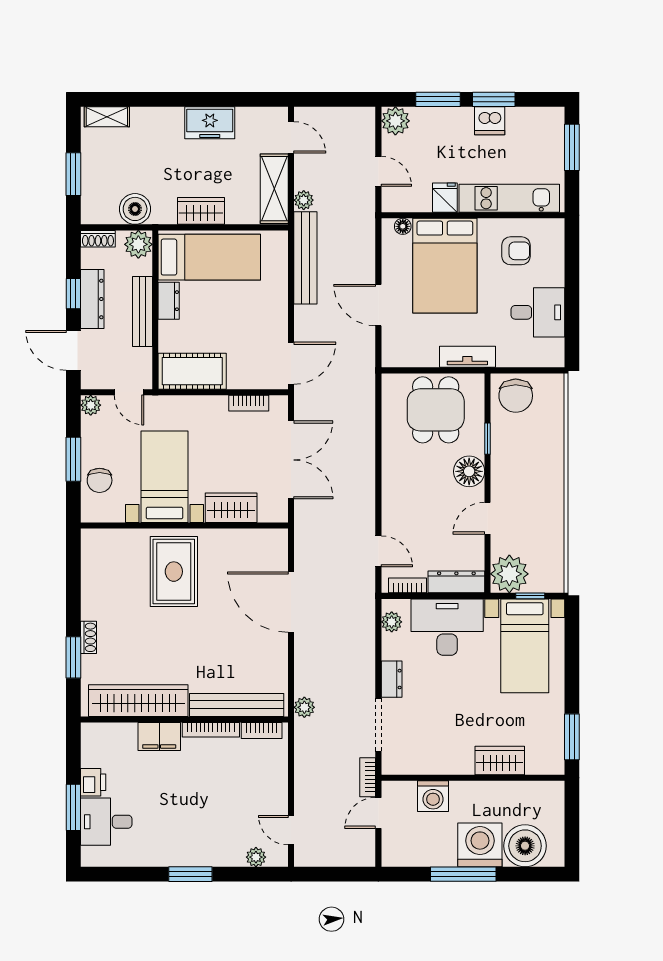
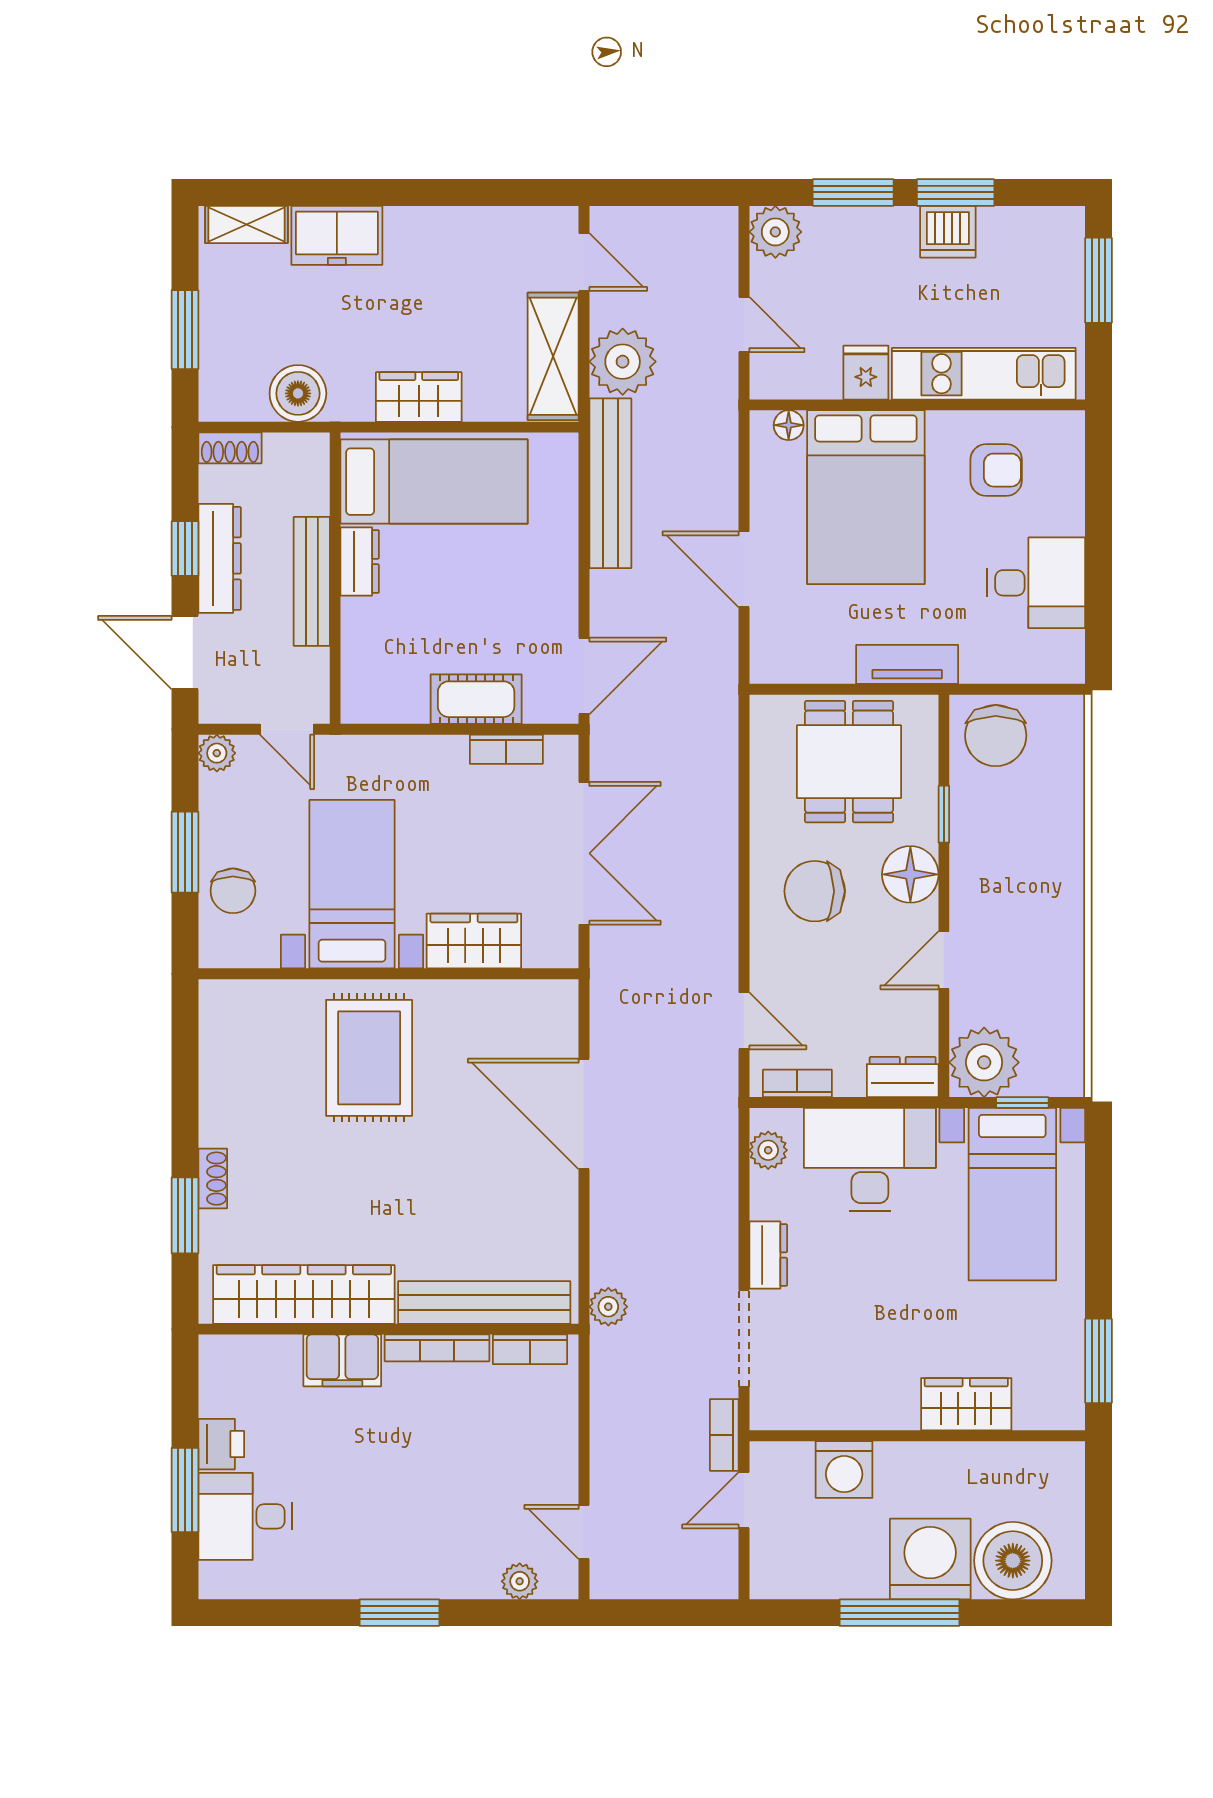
freezer: (210, 123) -> (337, 235), moved
plant: (304, 200) -> (623, 362), width x1.87, depth x1.87
plant: (138, 244) -> (304, 458), removed
cot: (192, 371) -> (476, 699), moved, width x0.73, depth x0.75
chair: (417, 481) -> (815, 891), added
dresser: (456, 582) -> (903, 1077), width x0.70

